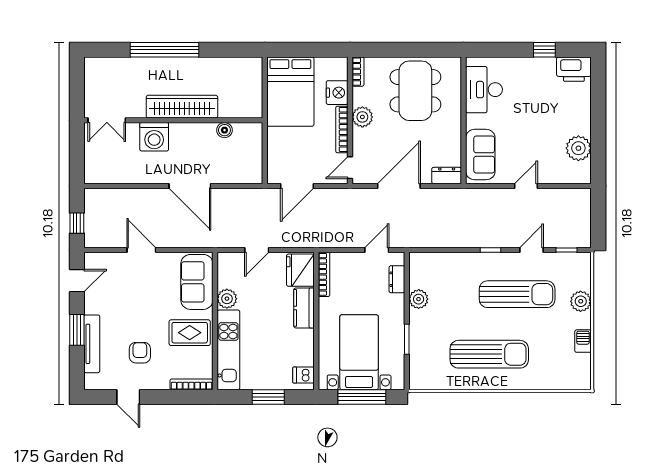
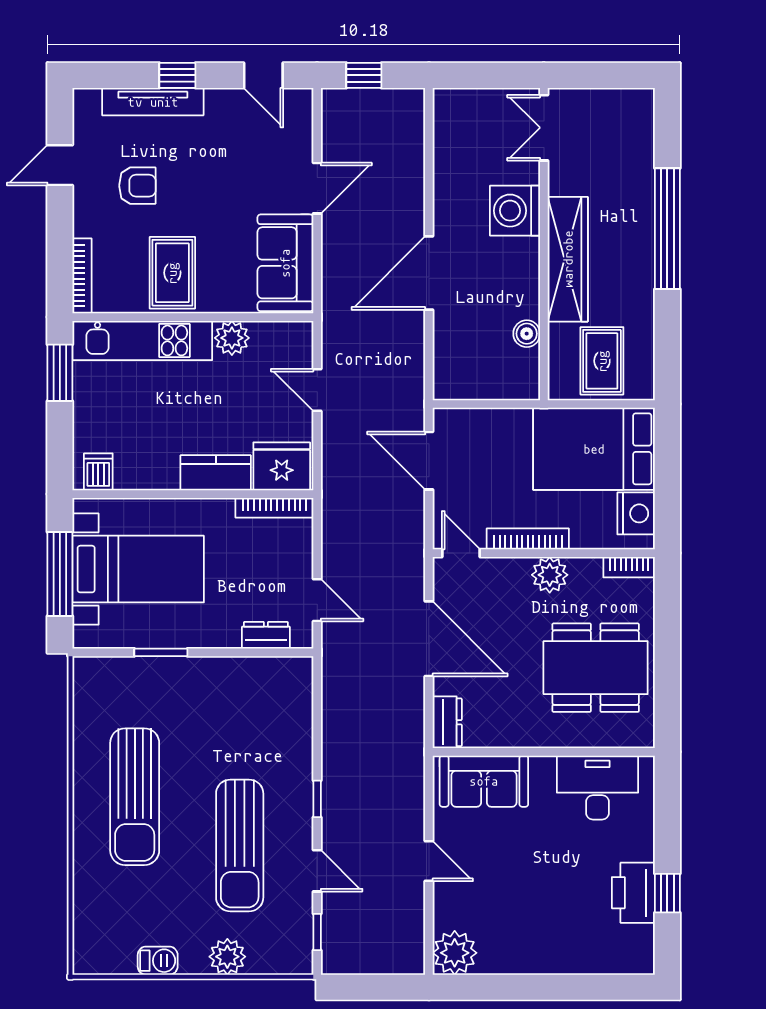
printer: (574, 69) -> (633, 893), moved
rug: (240, 87) -> (602, 361), added
nightstand: (337, 93) -> (636, 513), moved, turned -90
plant: (578, 148) -> (455, 953), moved
sofa: (197, 282) -> (285, 263), moved, turned -90
plant: (419, 299) -> (231, 673), removed
window: (77, 330) -> (177, 75), width x0.67
window: (268, 397) -> (60, 373), moved

